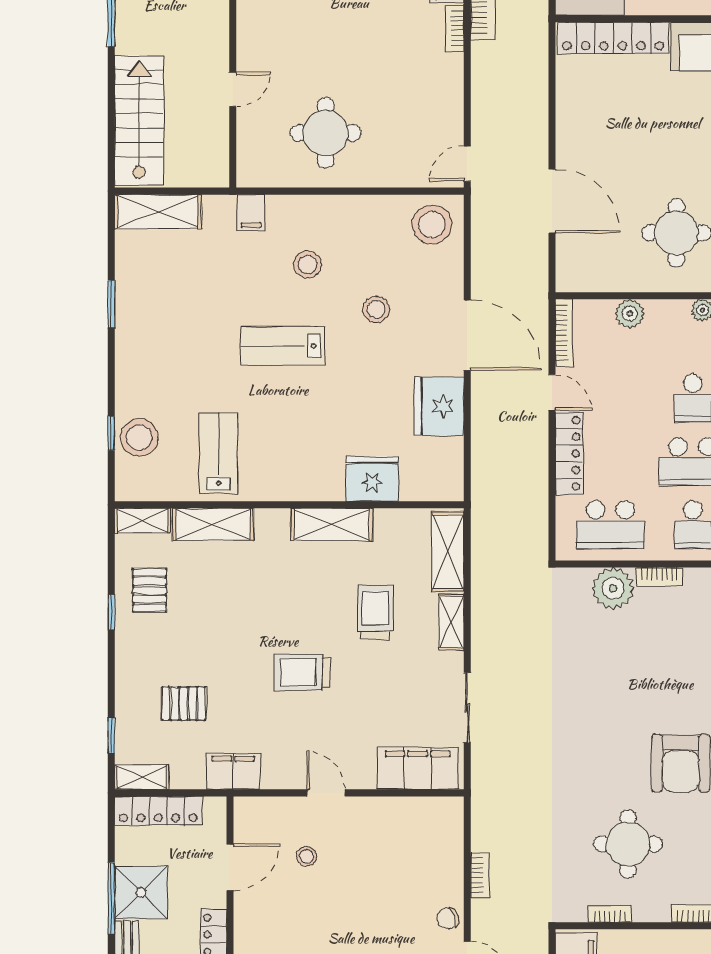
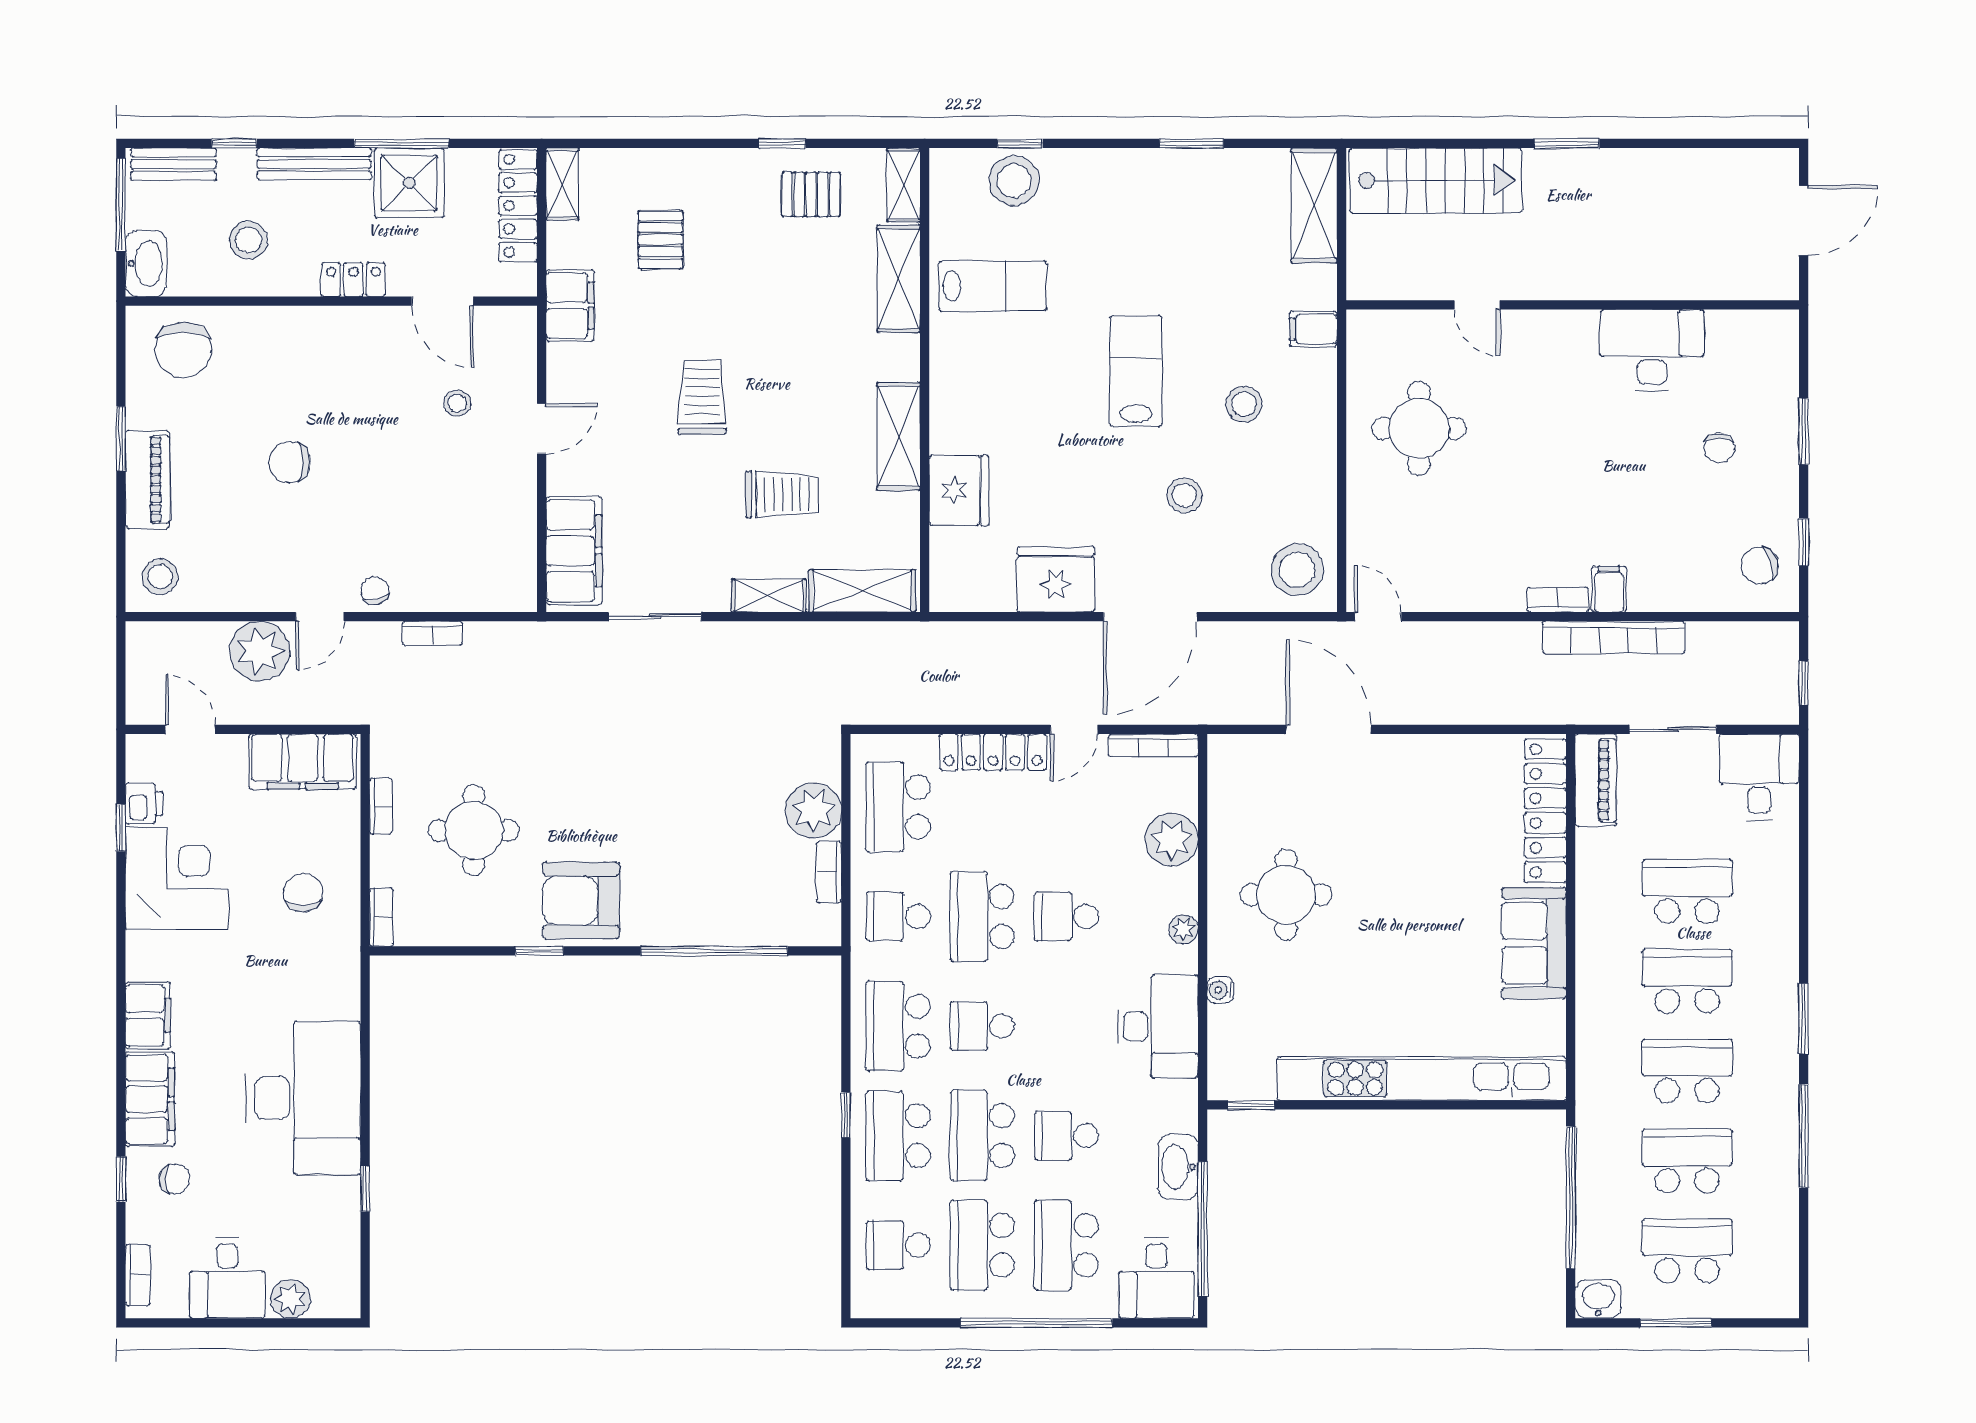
door: (552, 201) -> (1329, 729), swing flipped
plant: (630, 314) -> (1172, 840), width x1.36, depth x1.36
window: (111, 735) -> (618, 143), removed

